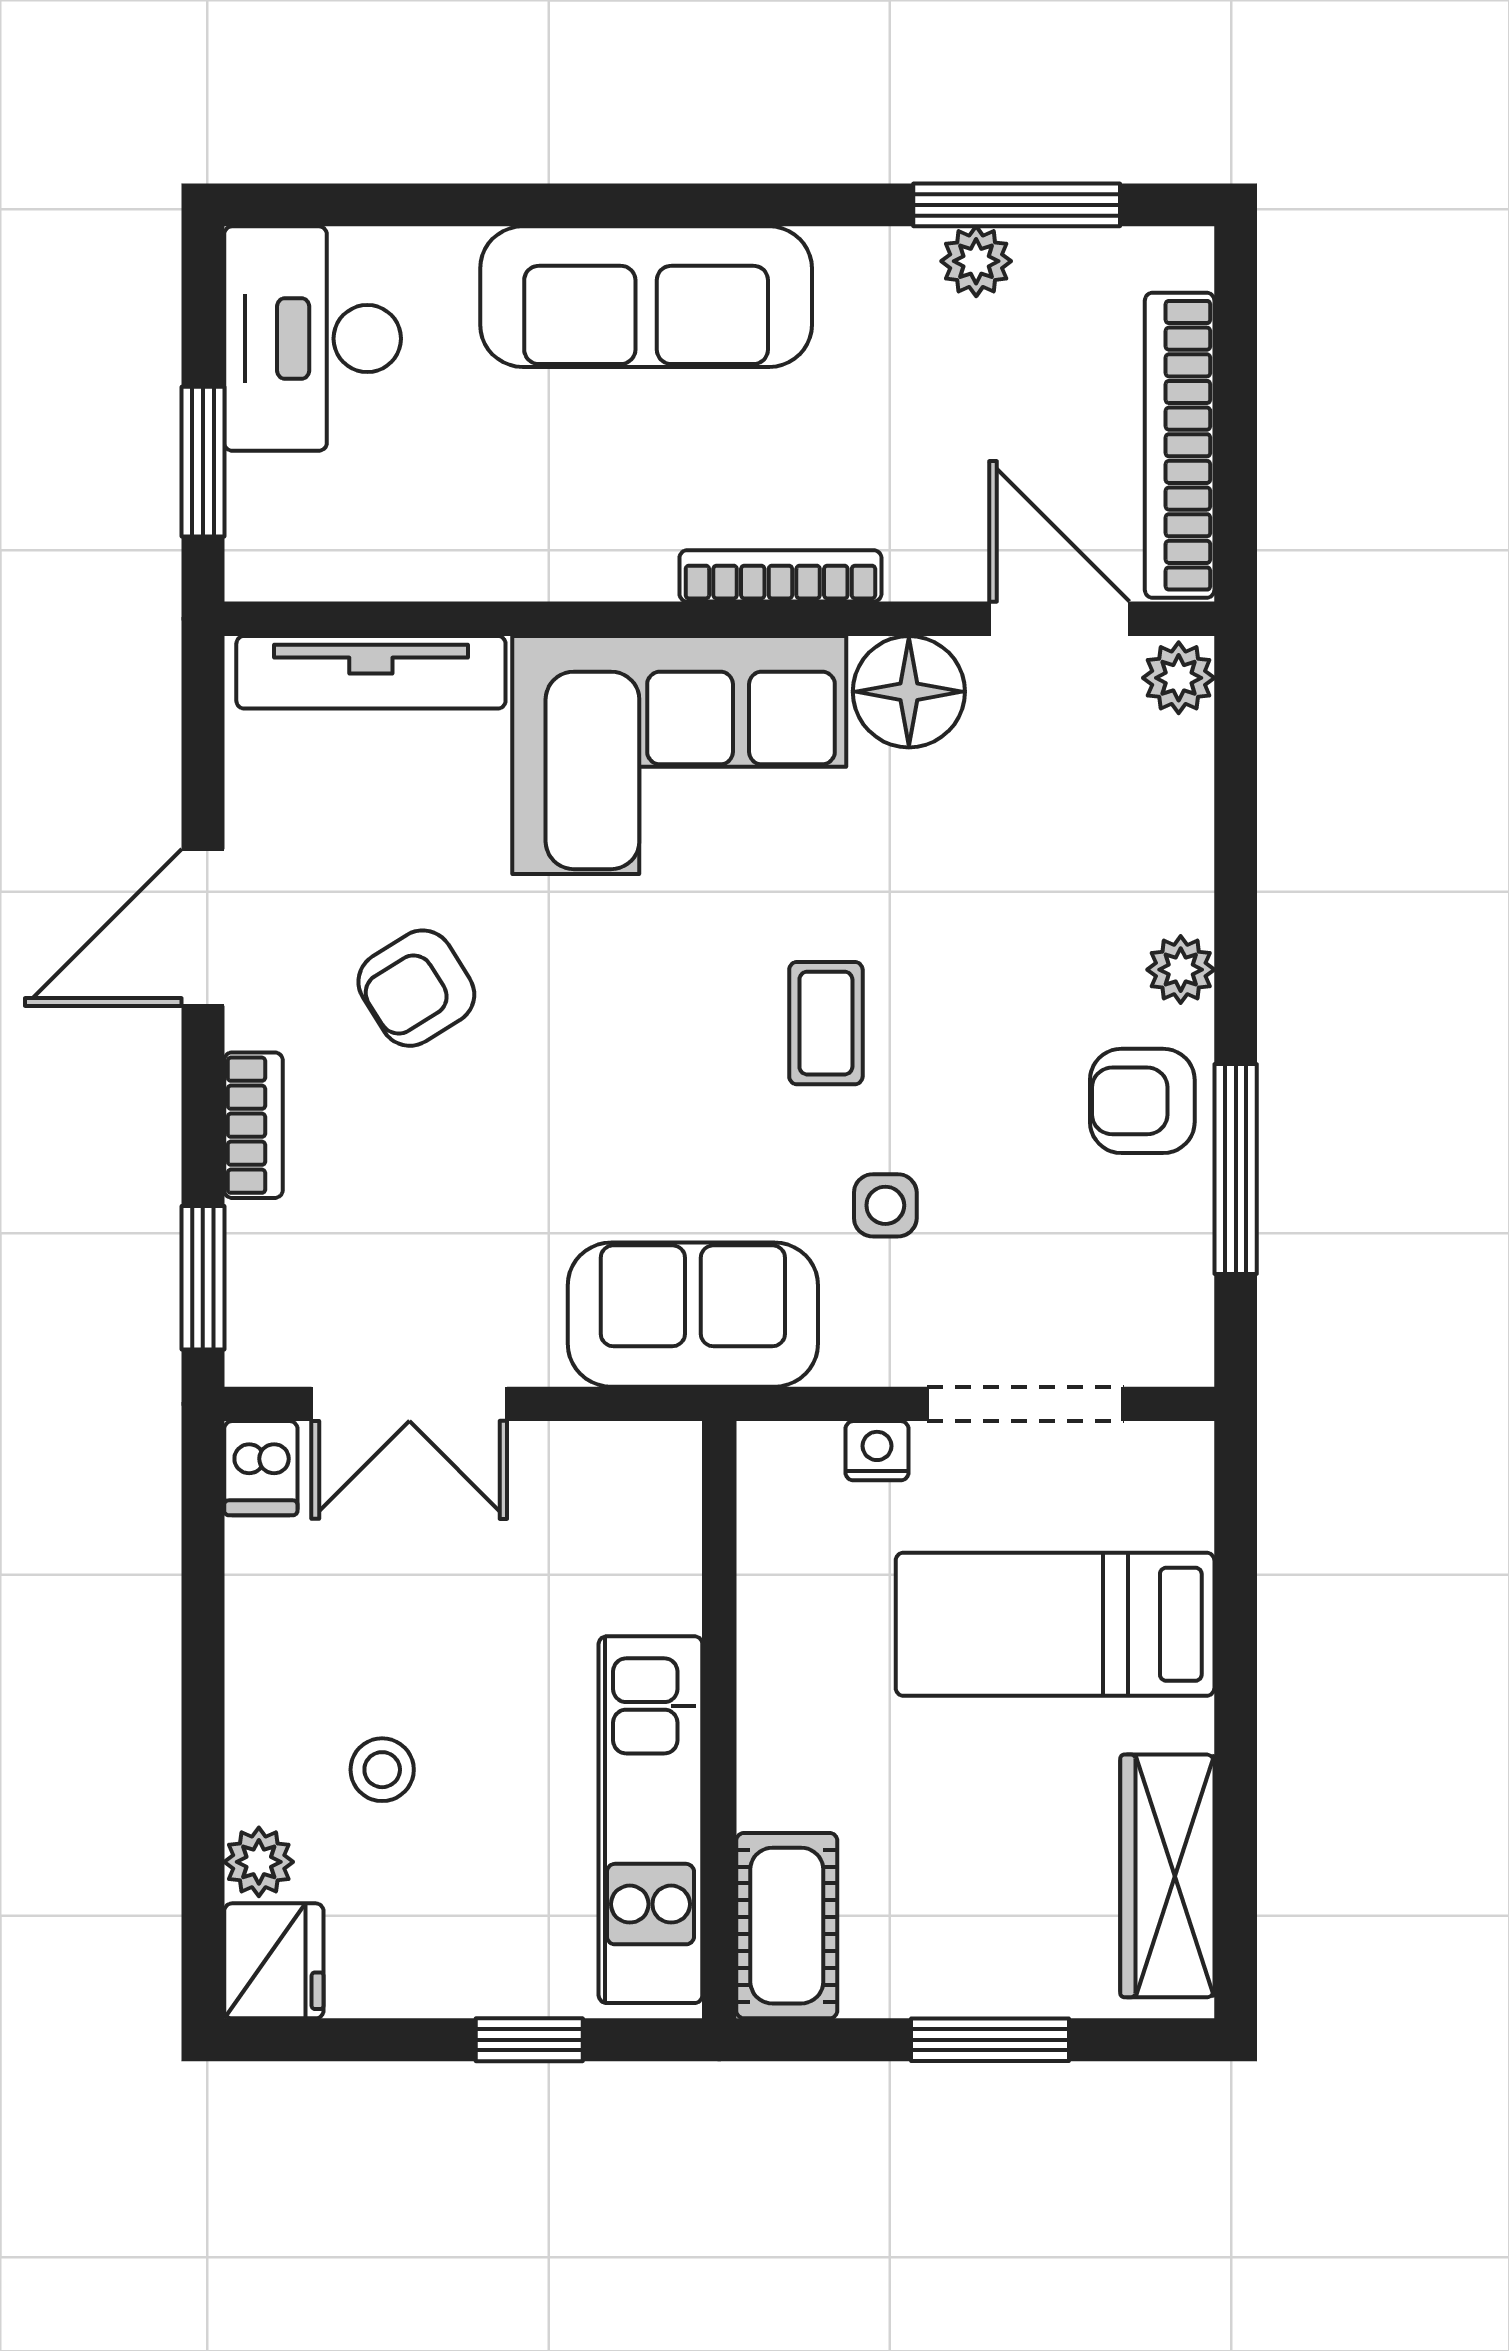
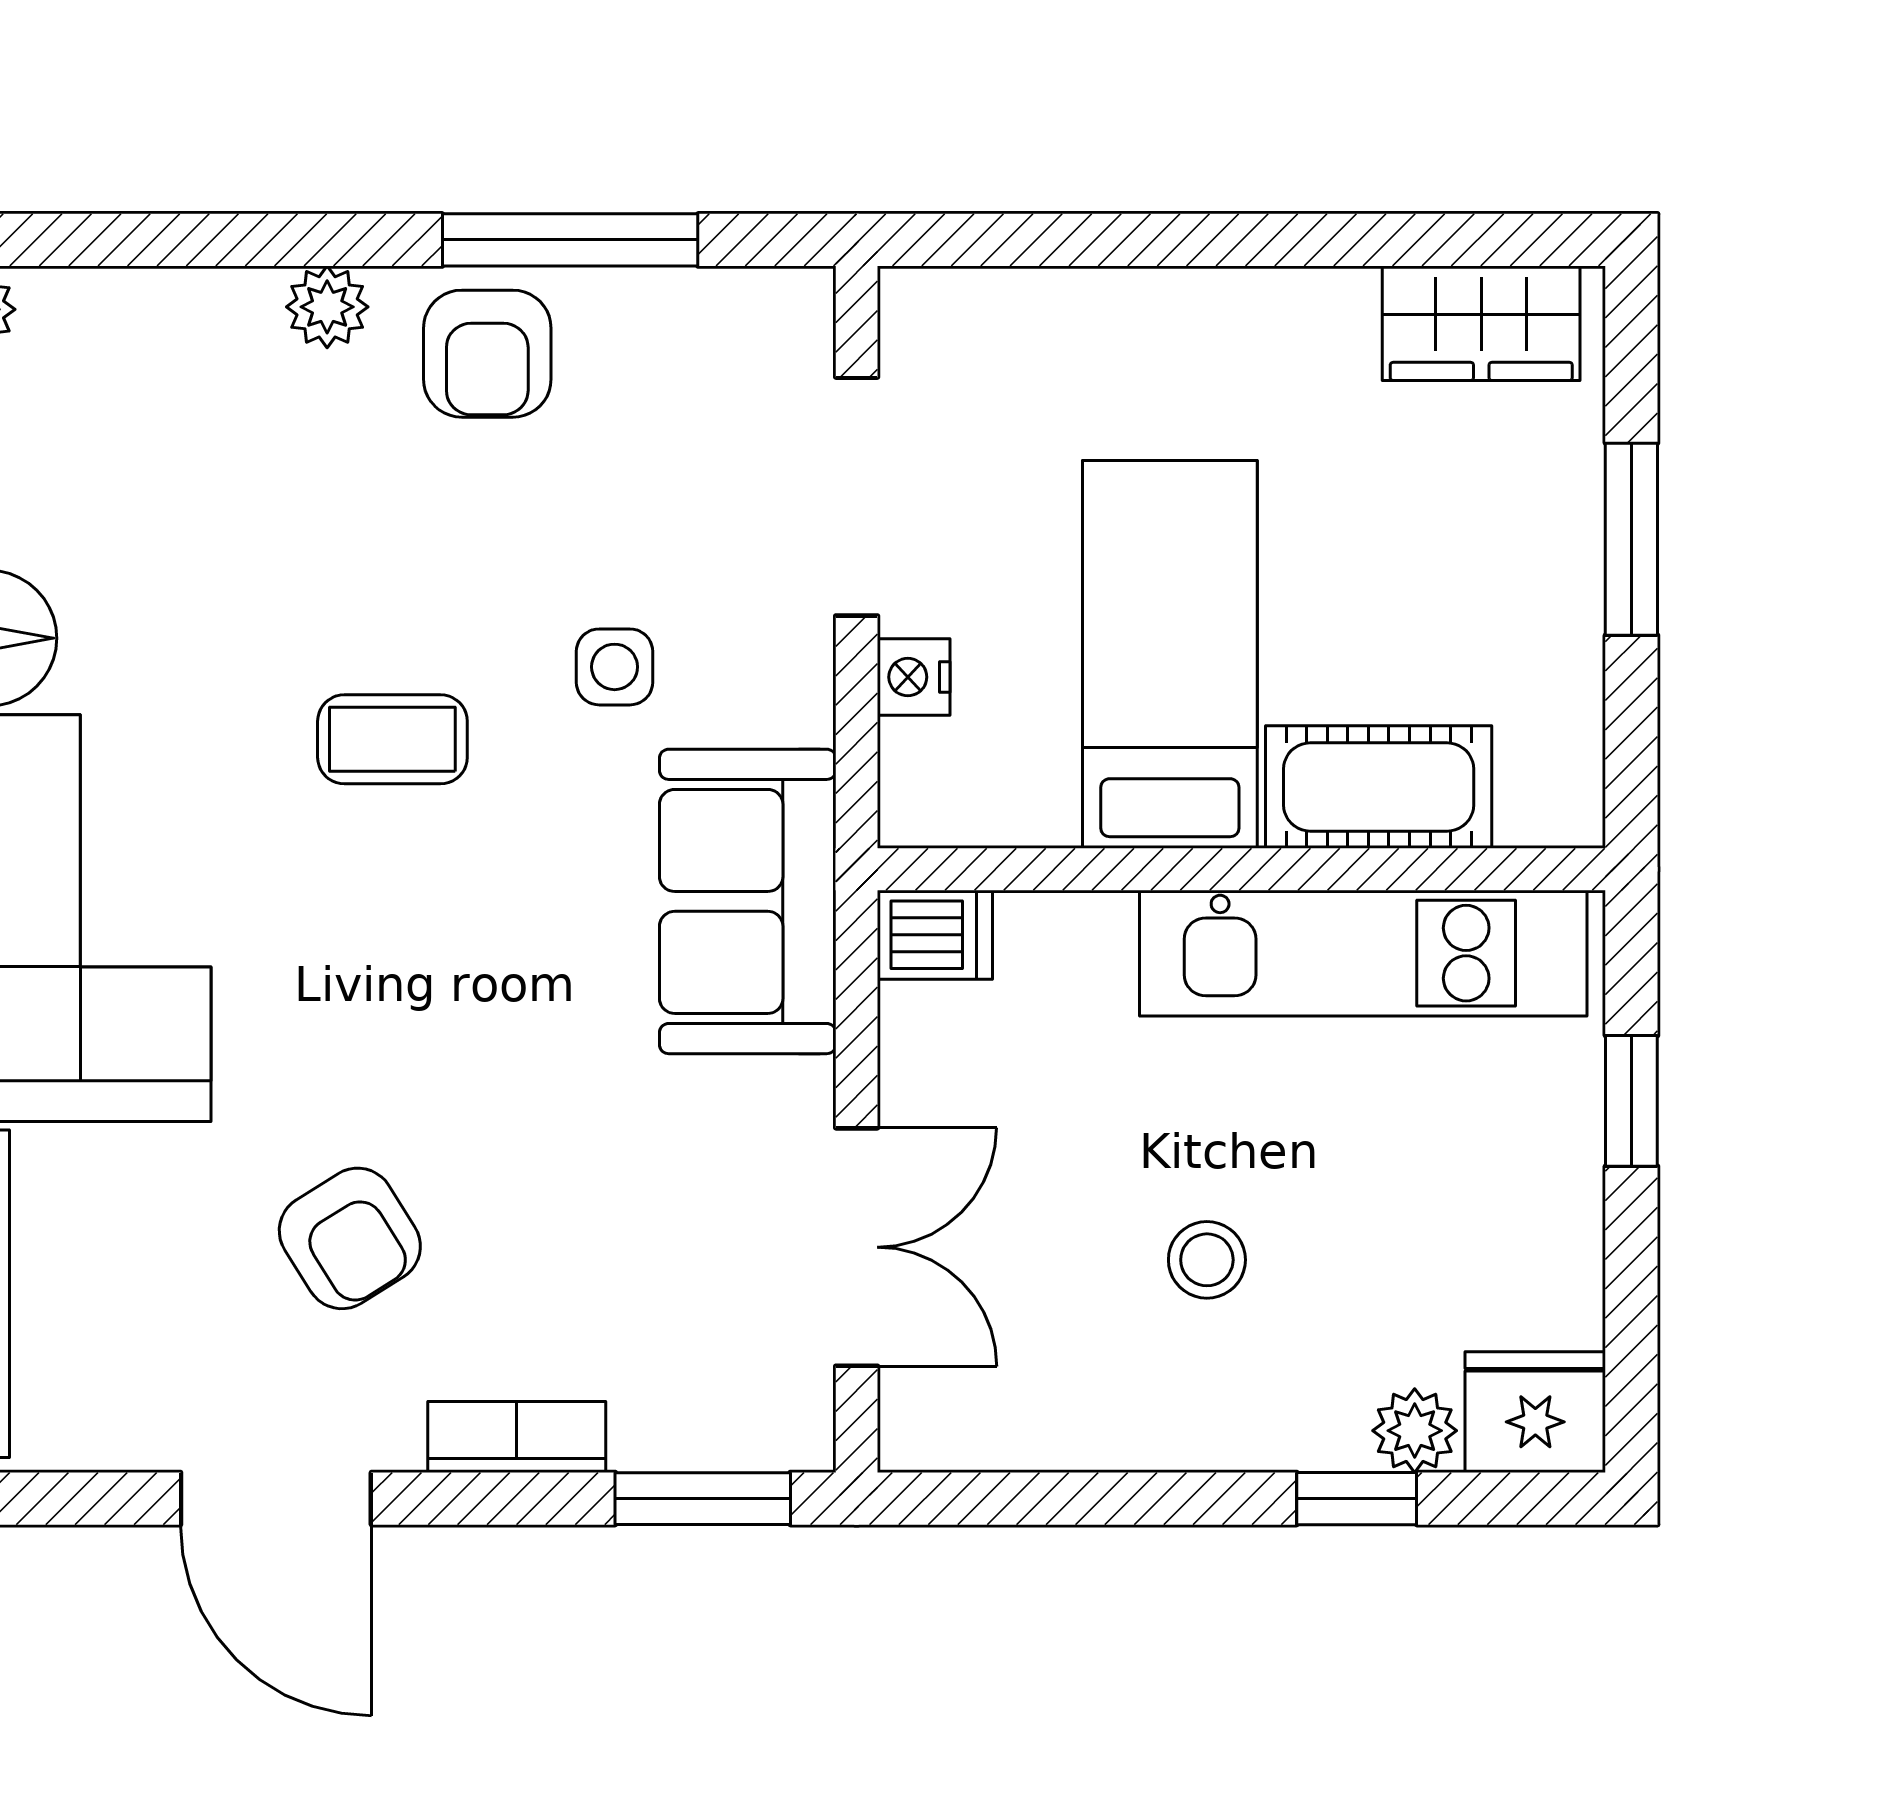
dishwasher: (261, 1468) -> (935, 935), moved
bed: (1055, 1624) -> (1170, 654), moved, turned 180
stool: (382, 1770) -> (1207, 1260), moved
window: (203, 1814) -> (1357, 1499), added
wardrobe: (1167, 1876) -> (1481, 323), width x0.67
cot: (787, 1926) -> (1379, 787), moved

